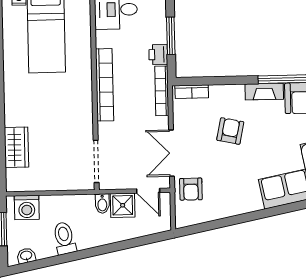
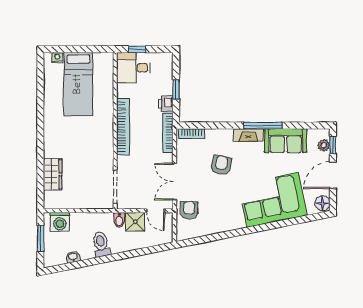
window: (171, 36) -> (176, 89), width x0.67
armchair: (191, 189) -> (189, 210), turned 180
toilet: (64, 238) -> (101, 244), moved
washbasin: (26, 256) -> (73, 257), moved

